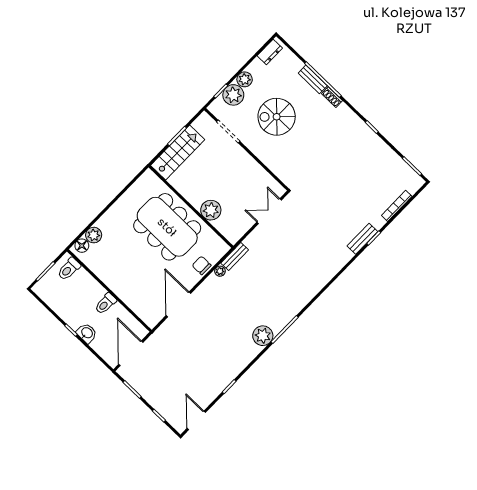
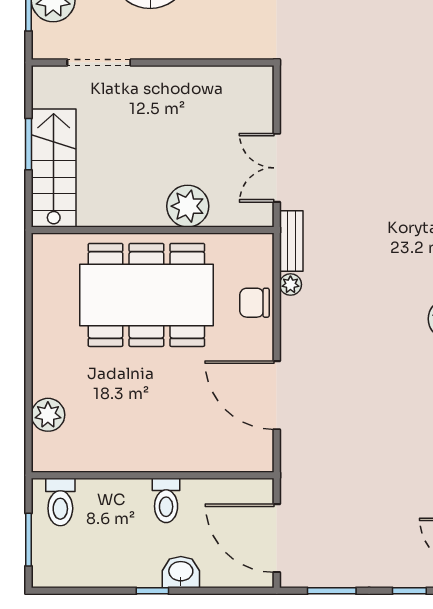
double door: (269, 211) -> (277, 168), moved
floor lamp: (82, 246) -> (46, 448), removed

